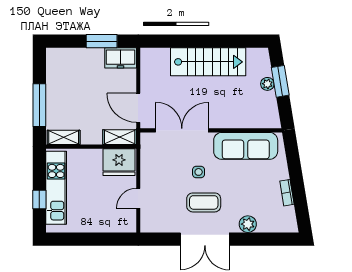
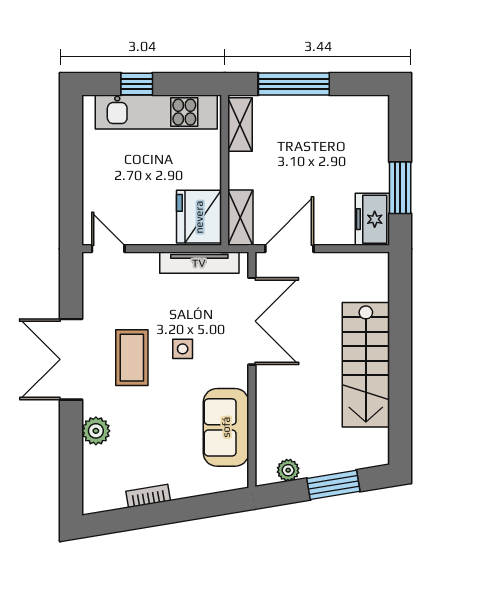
plant: (267, 84) -> (288, 470), moved
sofa: (246, 146) -> (226, 427), width x0.73
tv unit: (147, 162) -> (199, 263), added
door: (138, 198) -> (108, 249), moved

